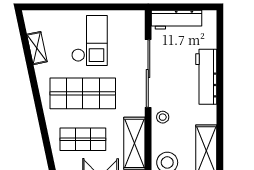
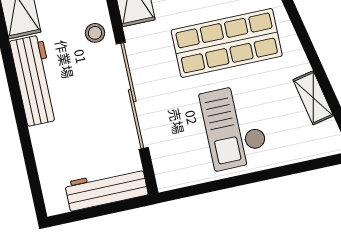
workbench: (206, 77) -> (35, 80), moved

